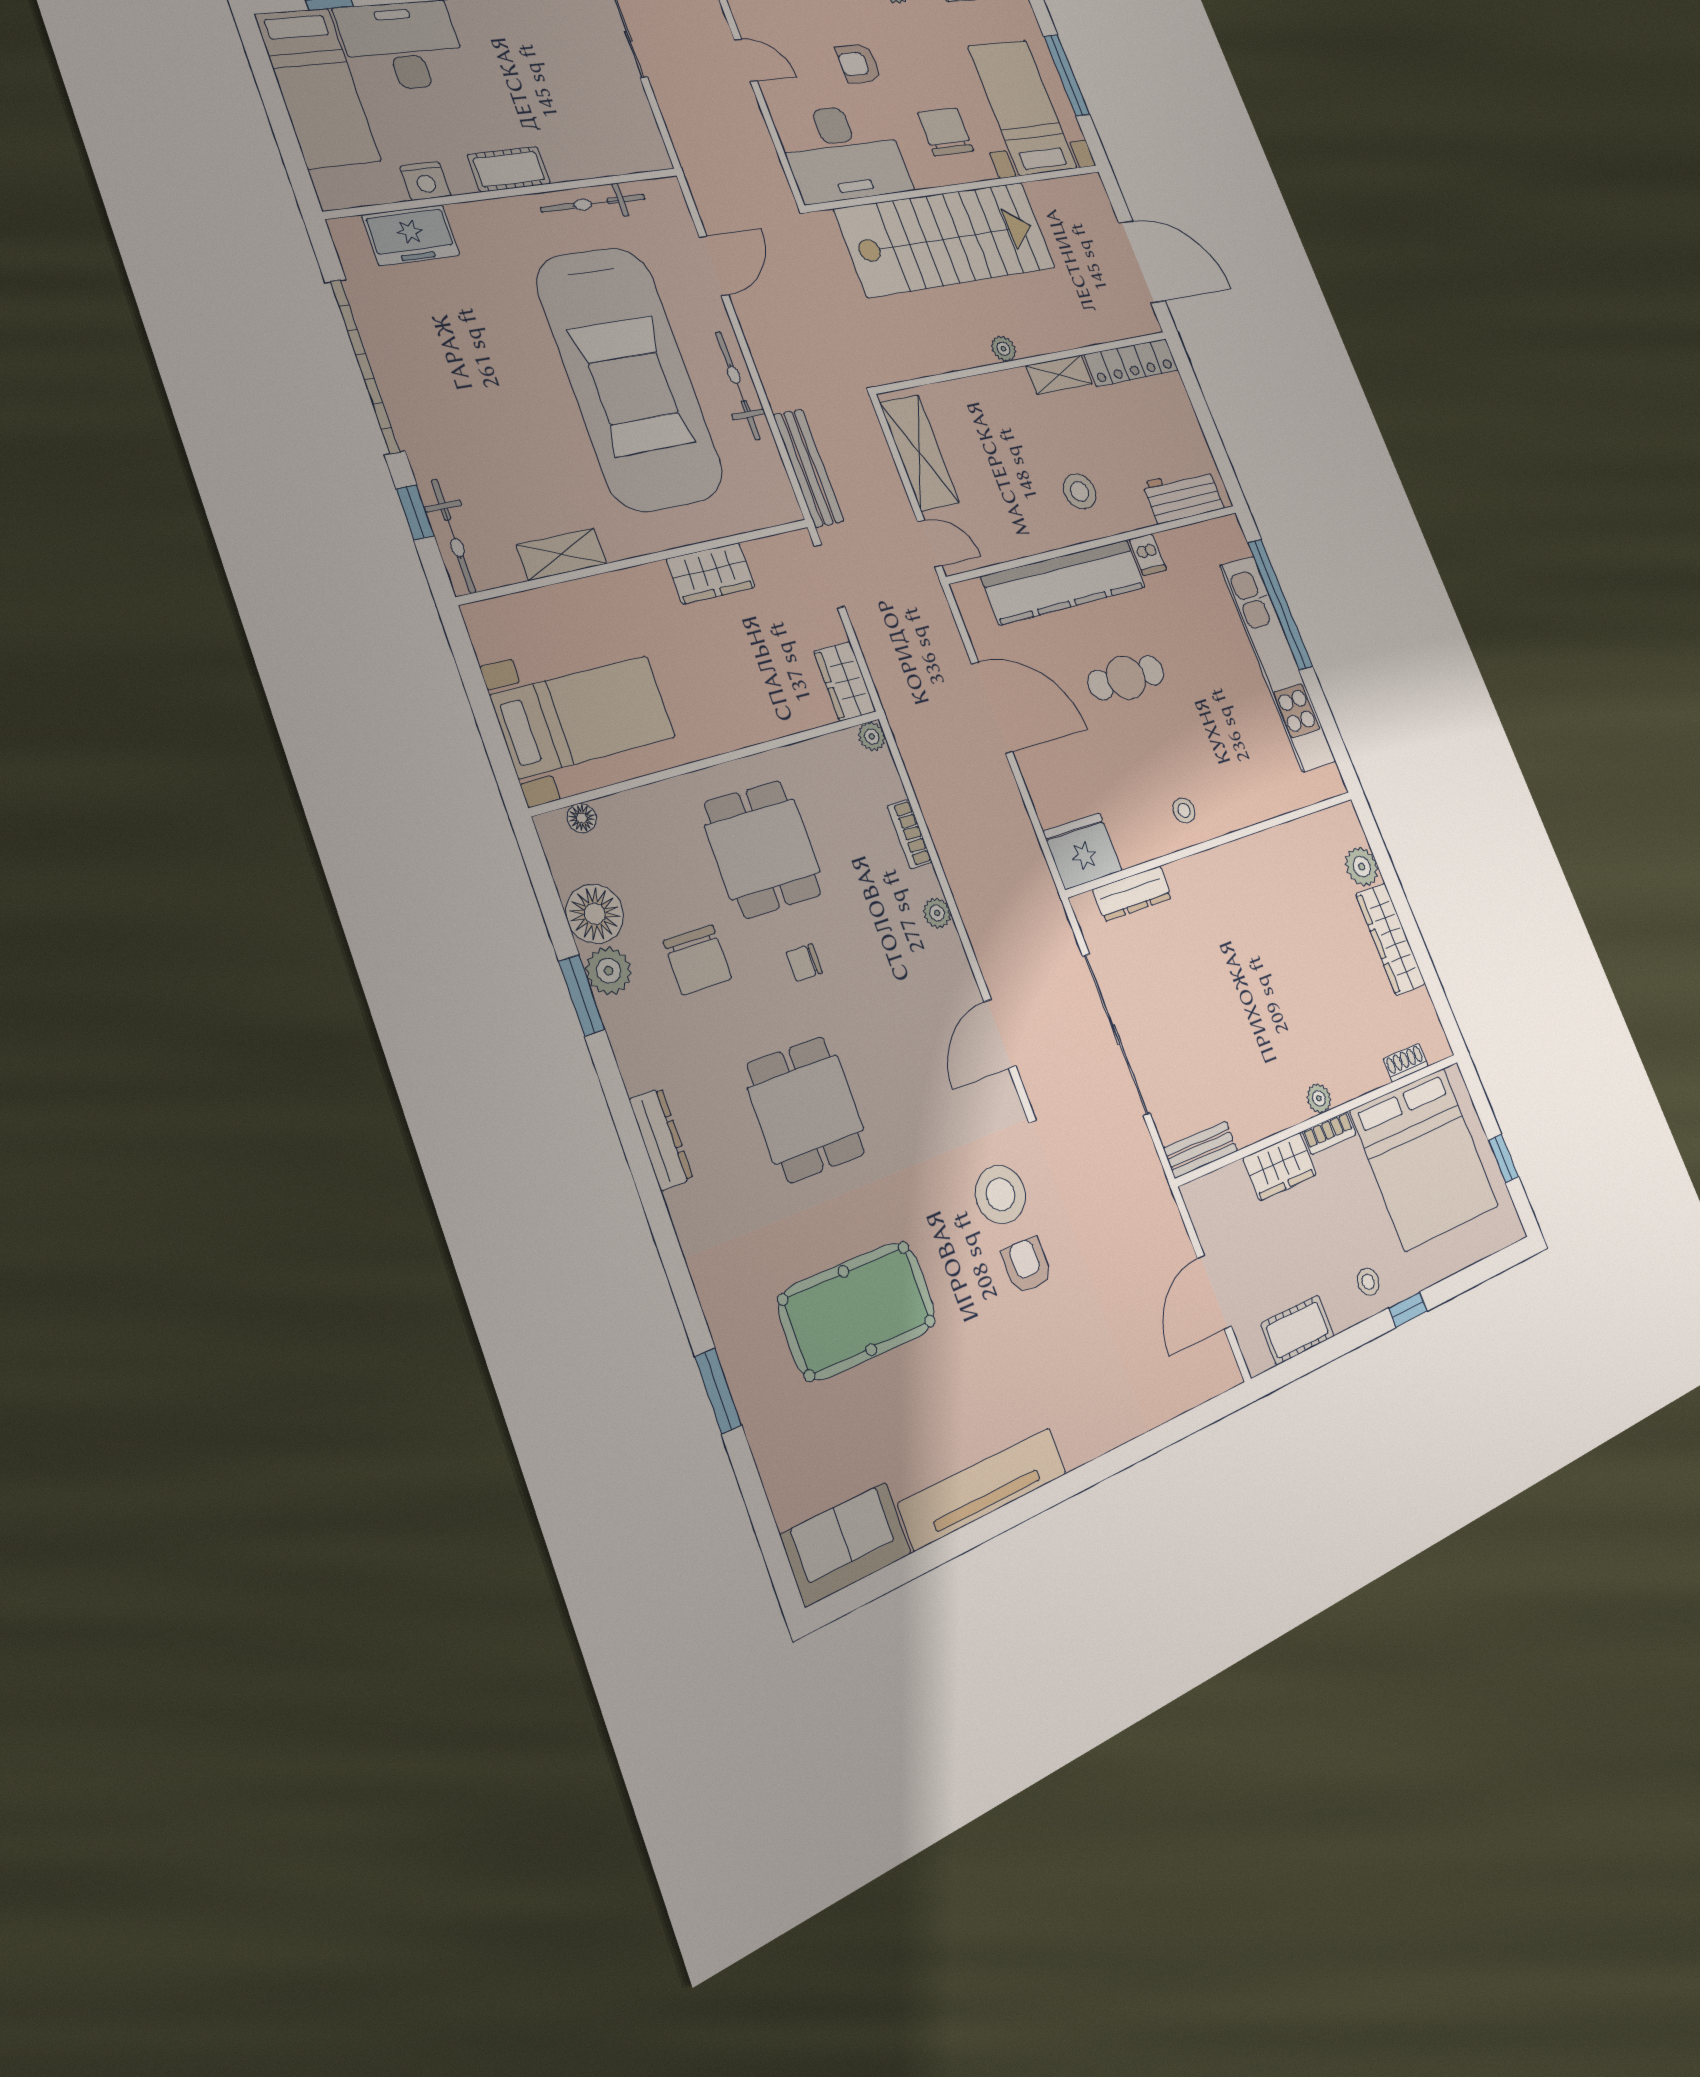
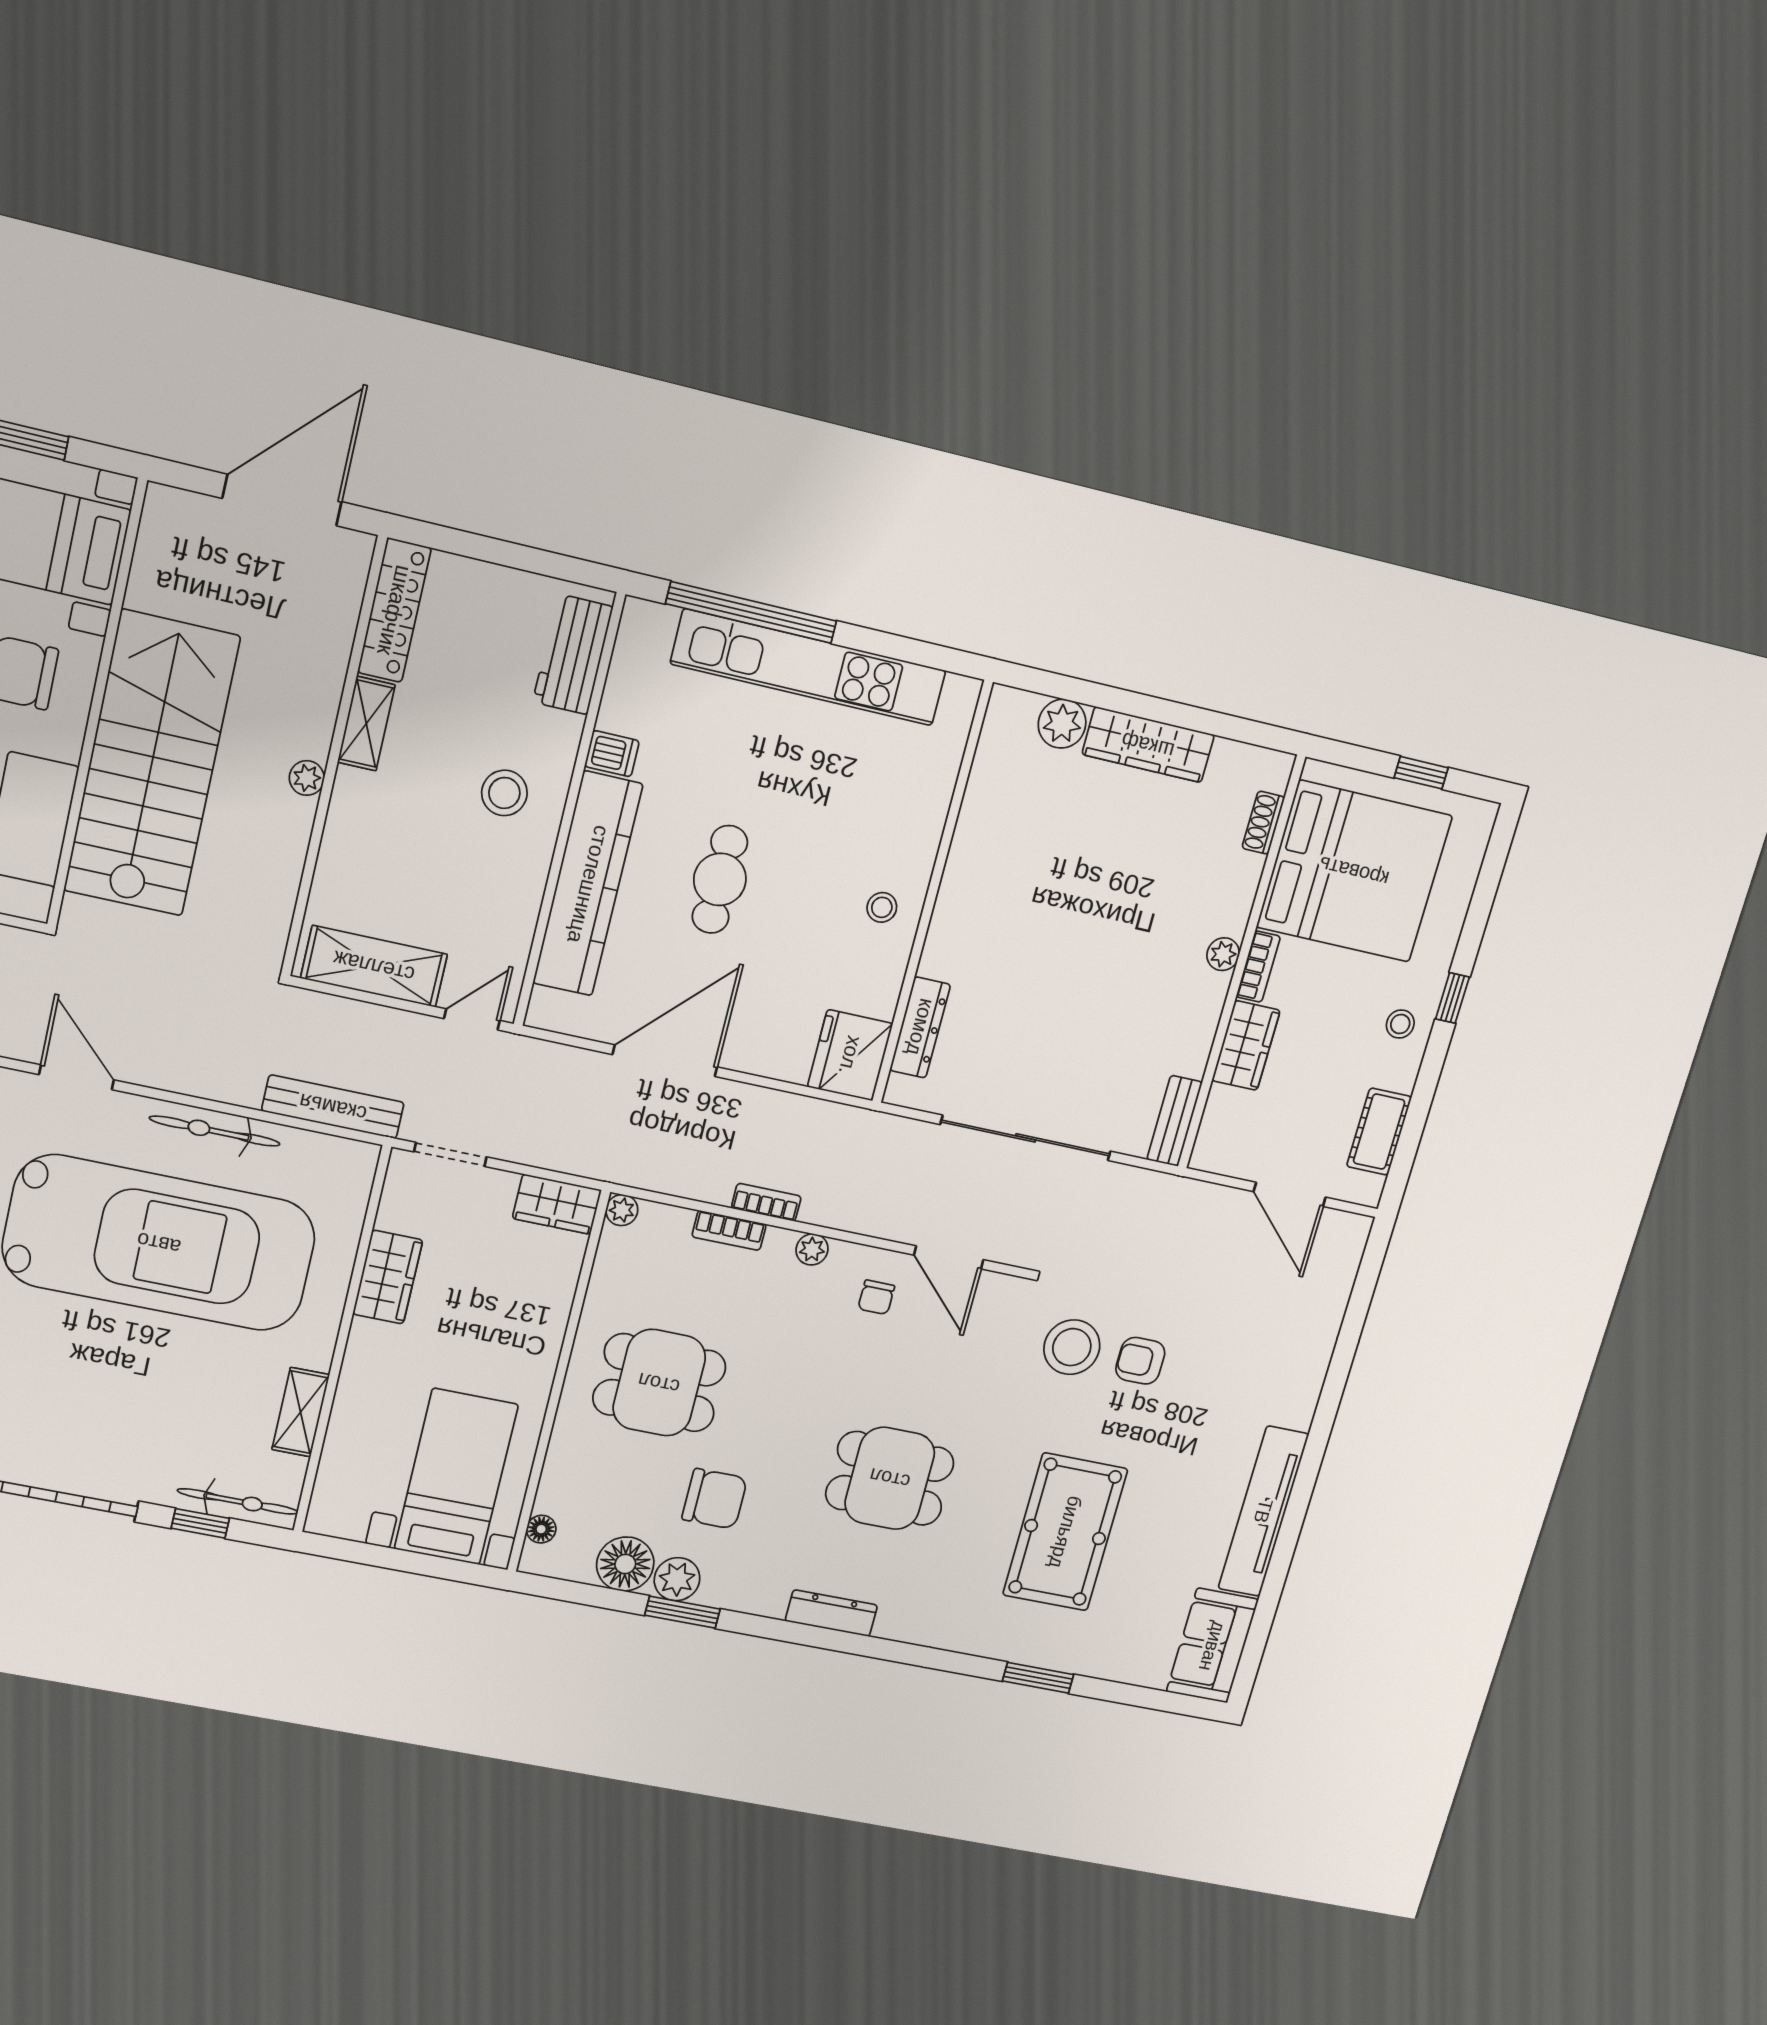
bookcase: (947, 852) -> (766, 1202), added
chair: (804, 962) -> (876, 1297), moved

